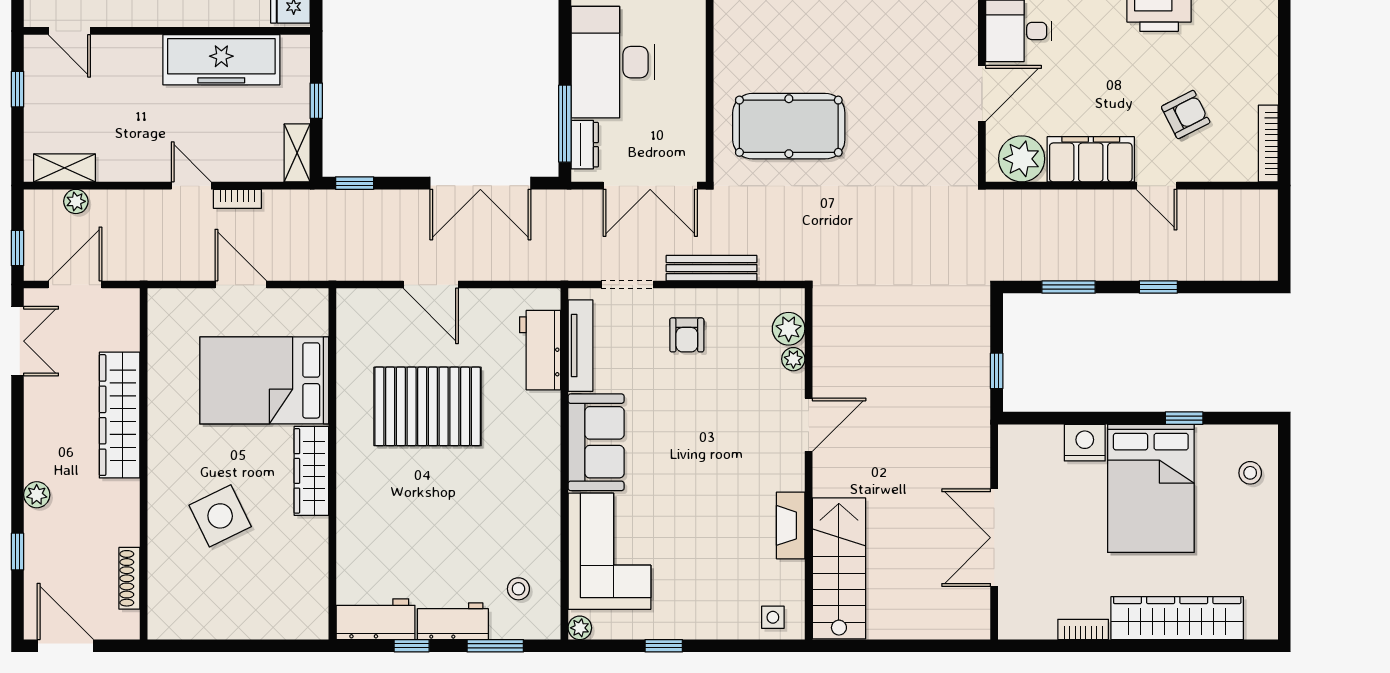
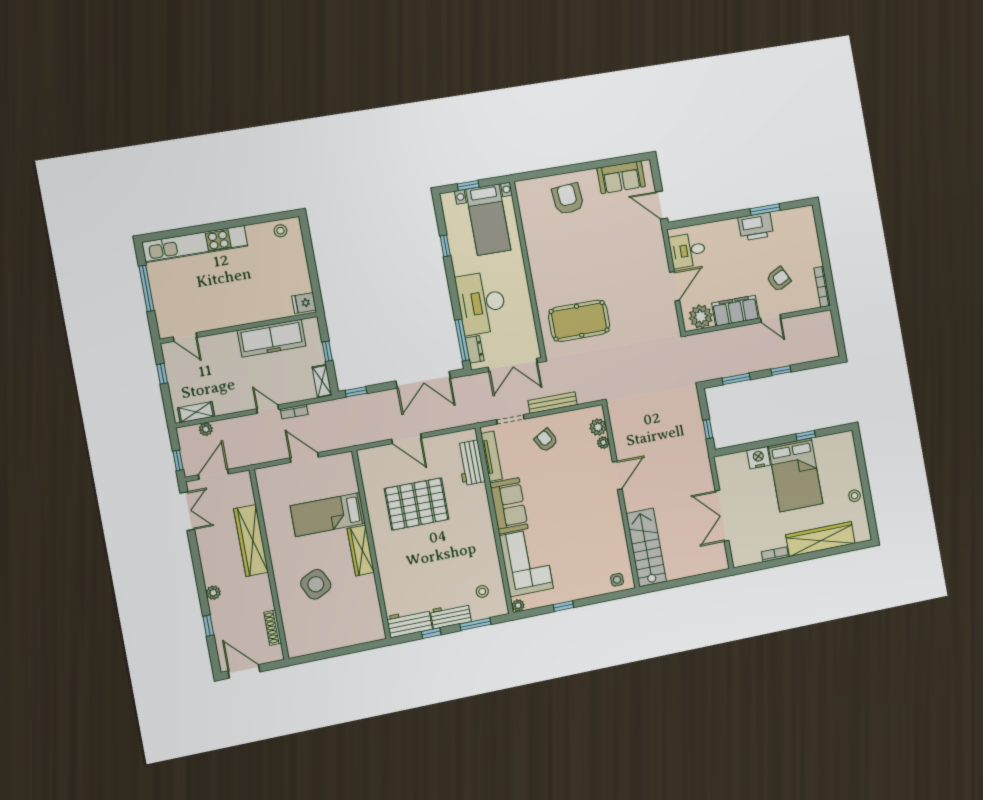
armchair: (687, 335) -> (546, 440), turned 150
bed: (264, 380) -> (328, 515), width x0.67
stool: (1250, 473) -> (855, 496), moved
fireplace: (791, 525) -> (618, 530), removed

